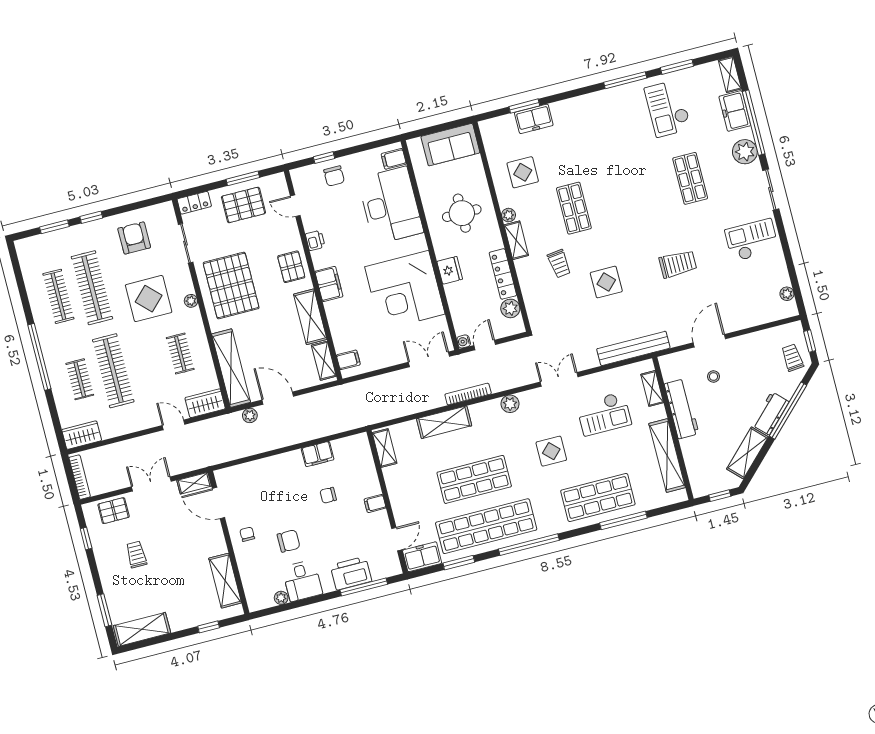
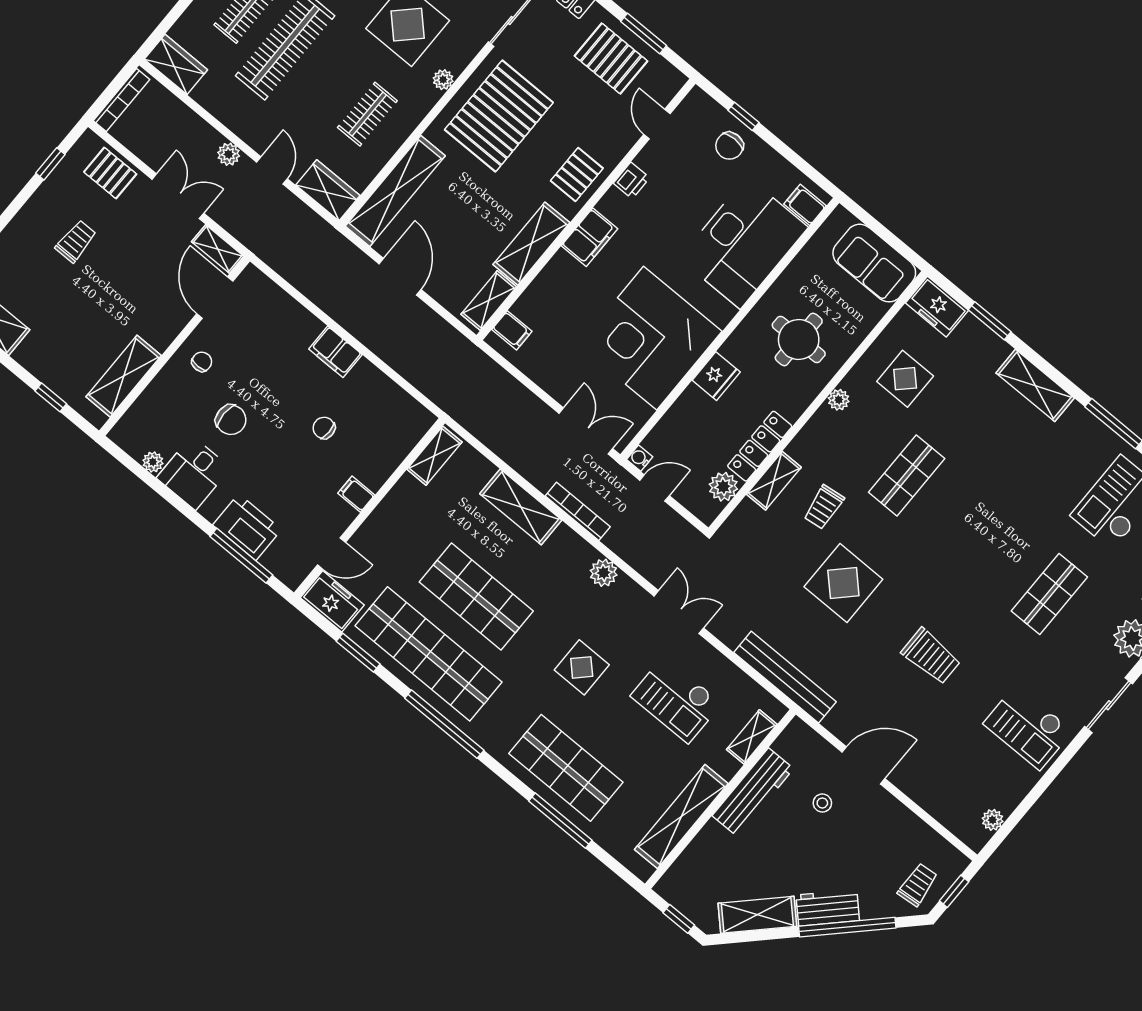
shelving: (575, 107) -> (1035, 385), added
freezer: (534, 119) -> (937, 307), moved
shelving: (516, 240) -> (774, 481), moved
checkout: (752, 240) -> (1028, 727), turned 180
display table: (606, 282) -> (843, 583), width x1.36, depth x1.36
plant: (250, 416) -> (229, 154), moved
filing cabinet: (318, 454) -> (335, 352), moved

